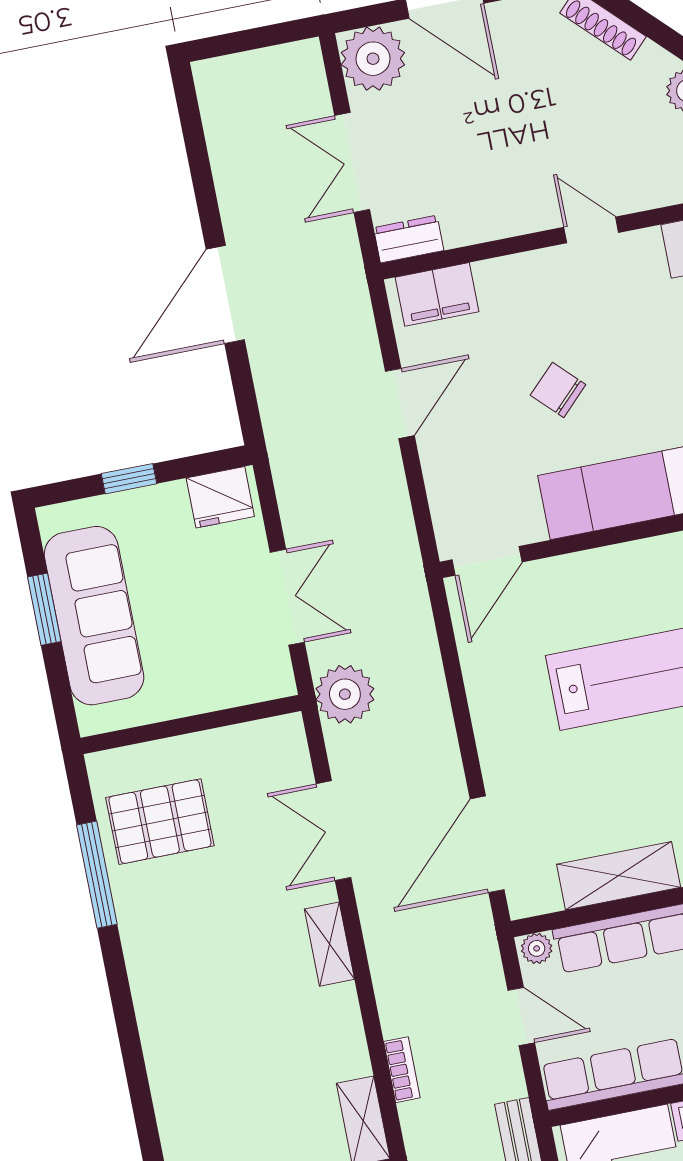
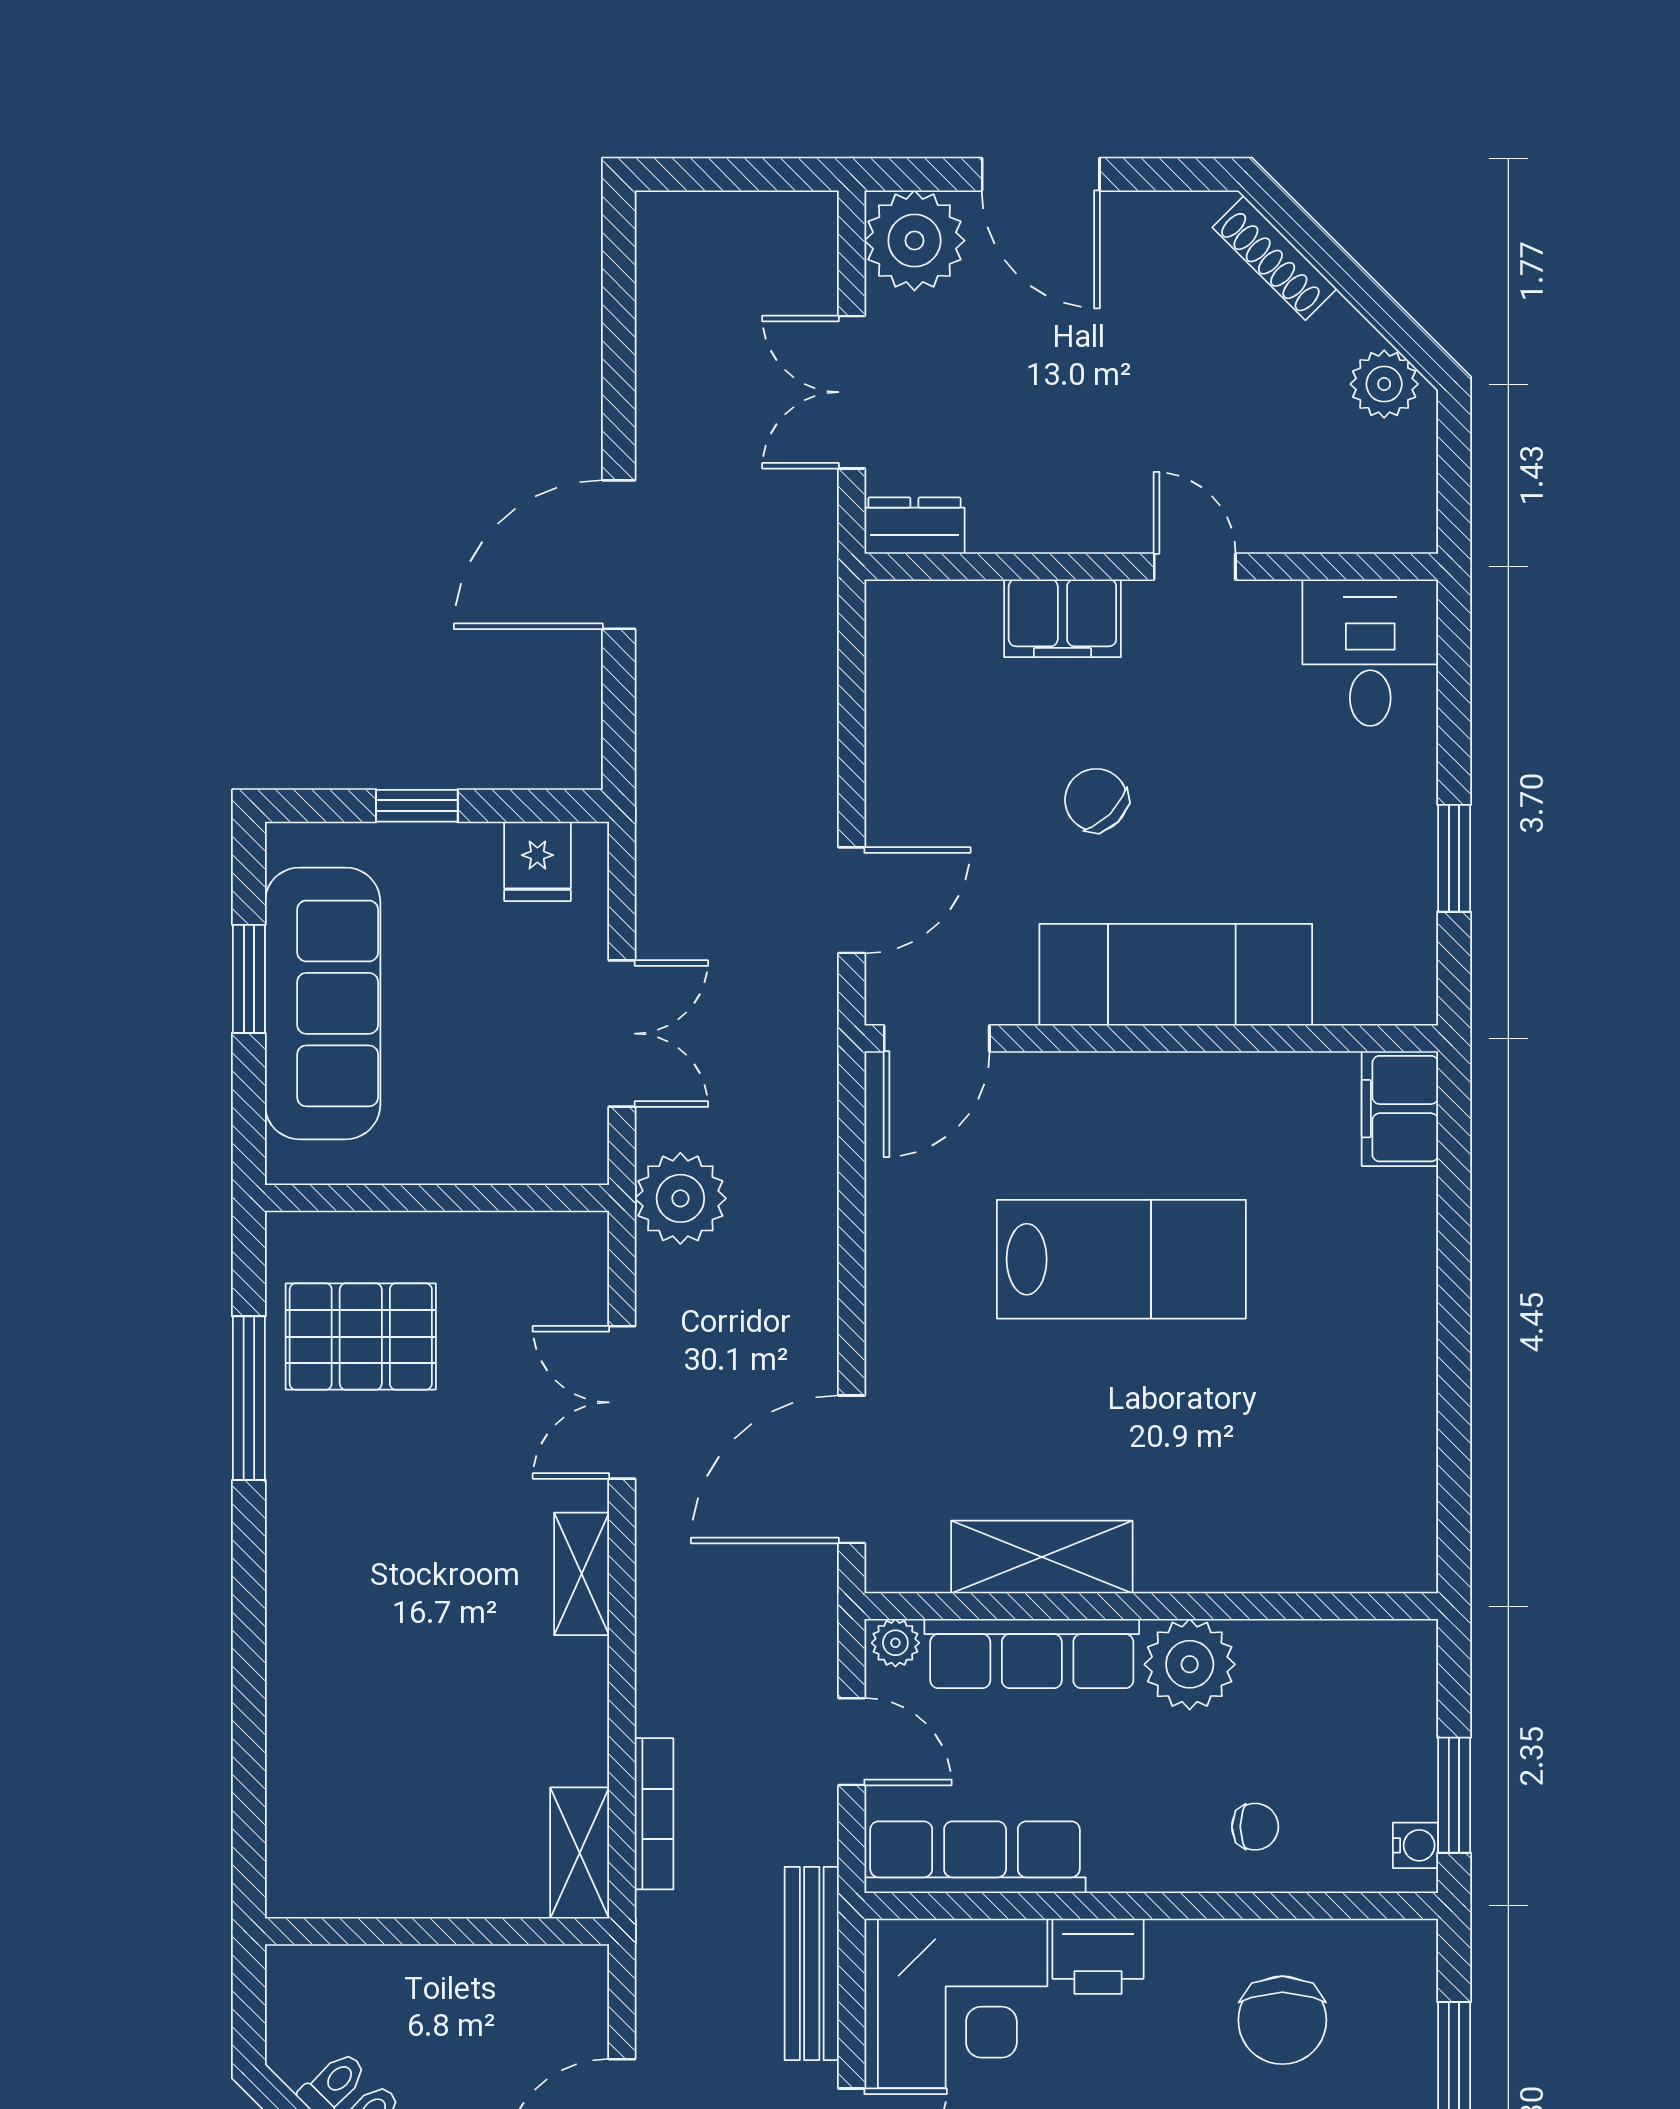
filing cabinet: (437, 294) -> (1062, 618), moved
door: (400, 403) -> (852, 900), moved
fridge: (220, 497) -> (537, 861), width x0.72
bookcase: (402, 1070) -> (654, 1814), width x1.56

